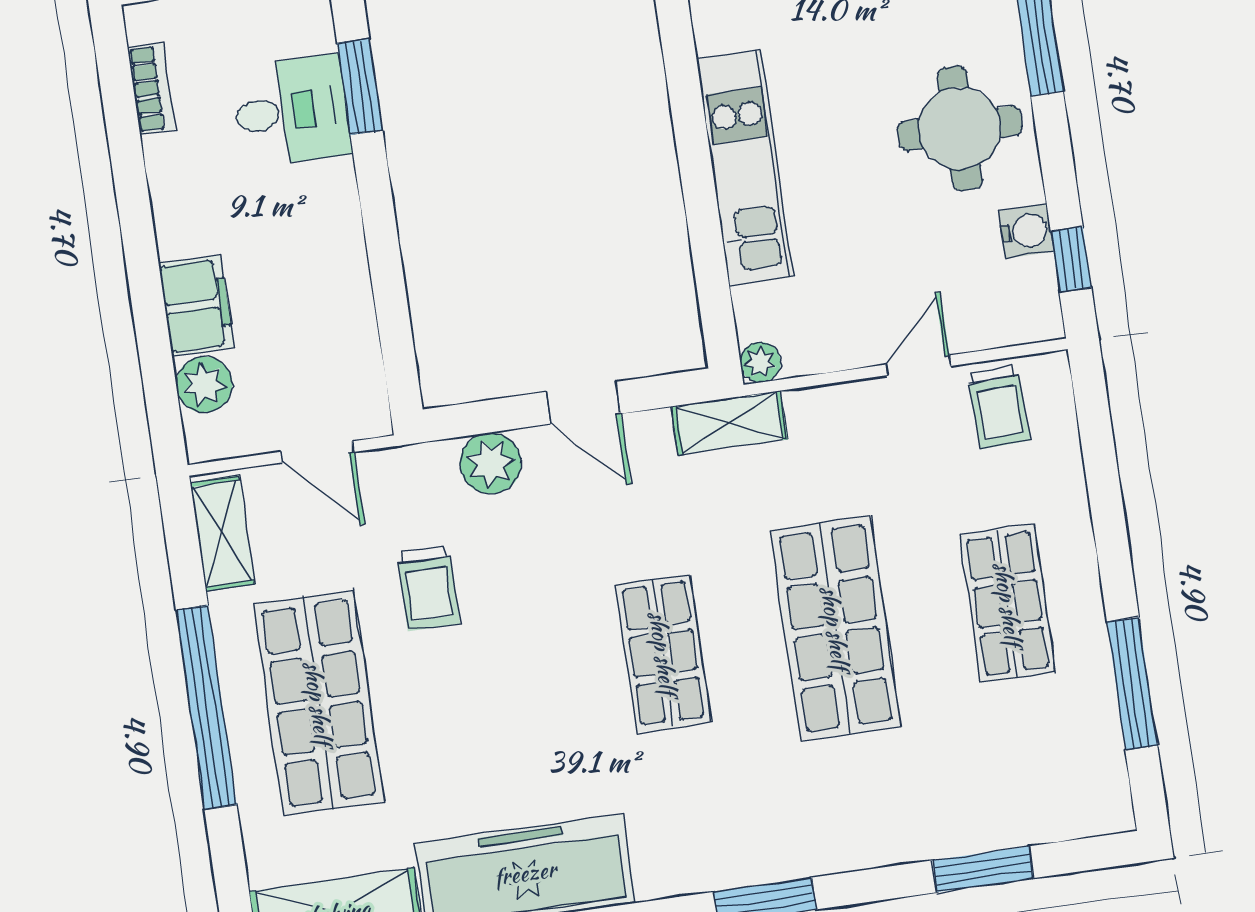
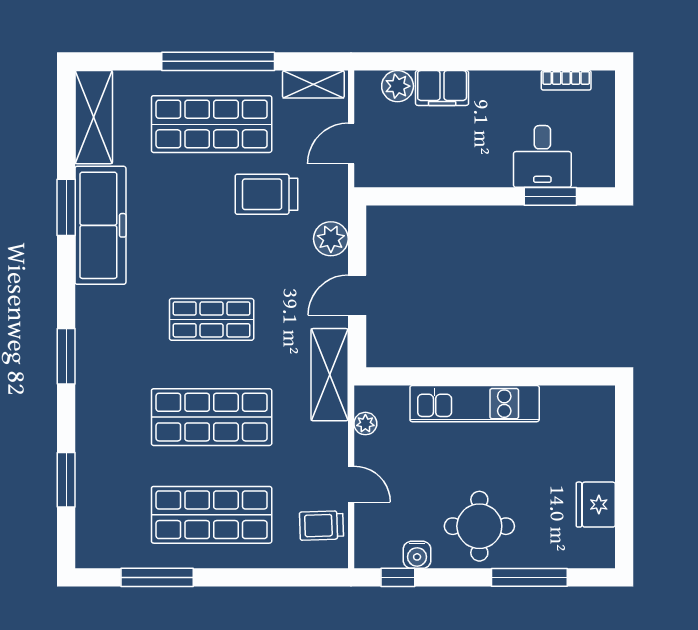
plant: (760, 362) -> (365, 424), moved
shelving: (729, 423) -> (330, 375), width x1.50, depth x1.33
trolley: (428, 588) -> (266, 194), width x1.36, depth x1.39
shop shelf: (1008, 604) -> (212, 515), width x1.43, depth x1.36

